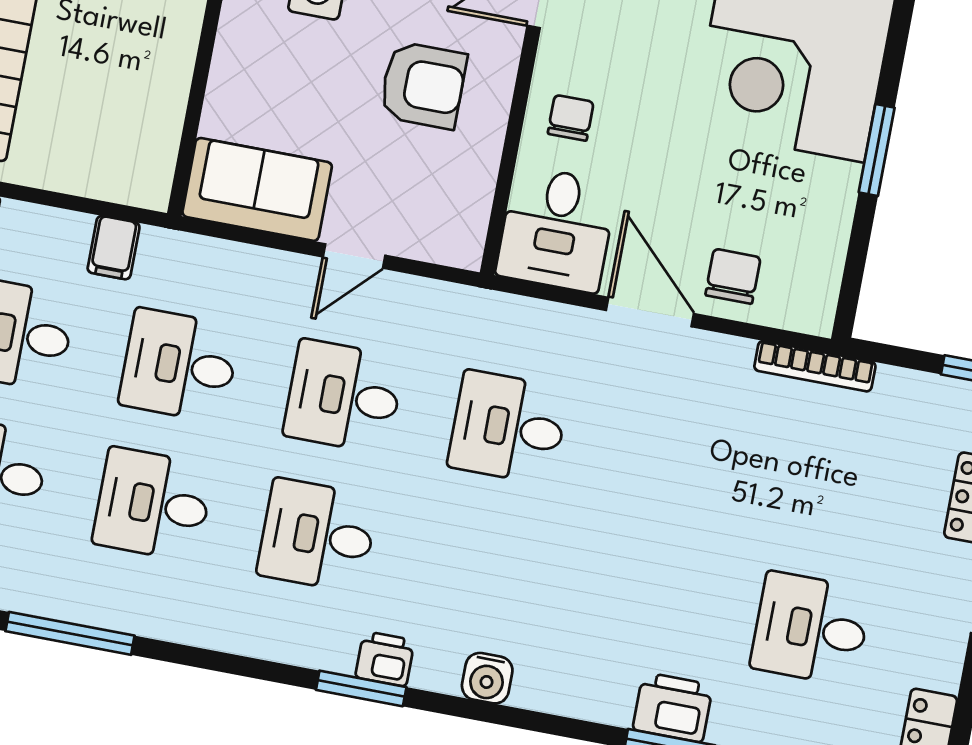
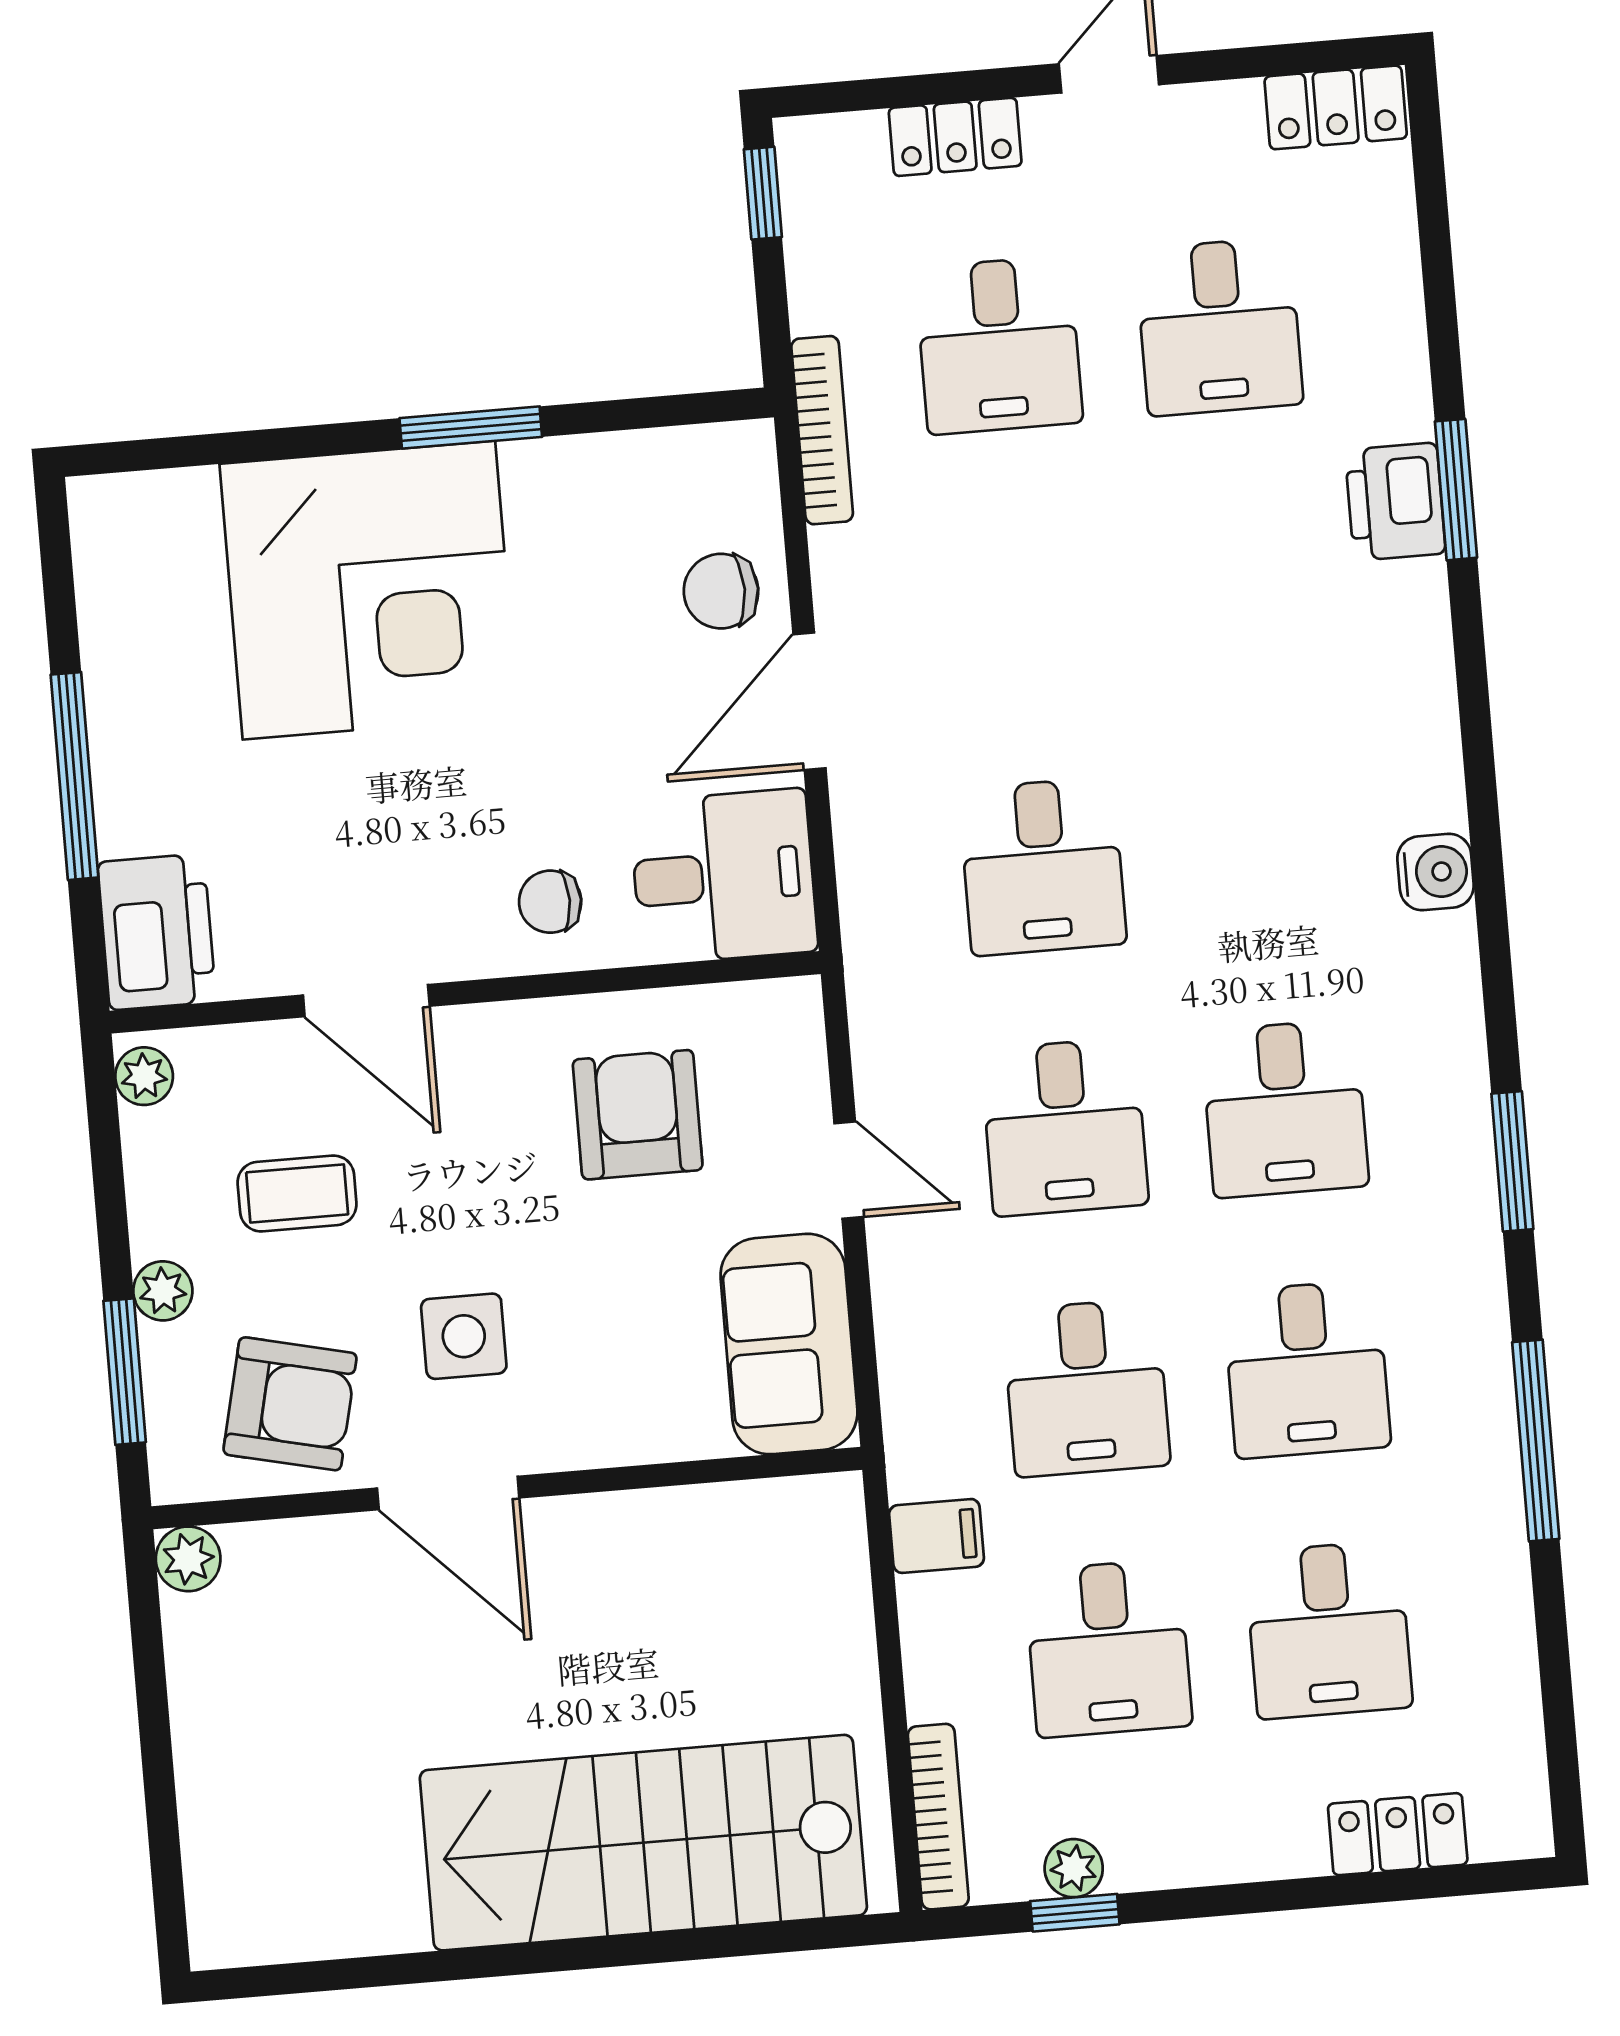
armchair: (423, 85) -> (638, 1115), moved
desk: (837, 490) -> (999, 345), added
printer: (385, 659) -> (1442, 956), removed
water cooler: (487, 678) -> (1436, 872), moved
window: (361, 688) -> (1512, 1161), moved

